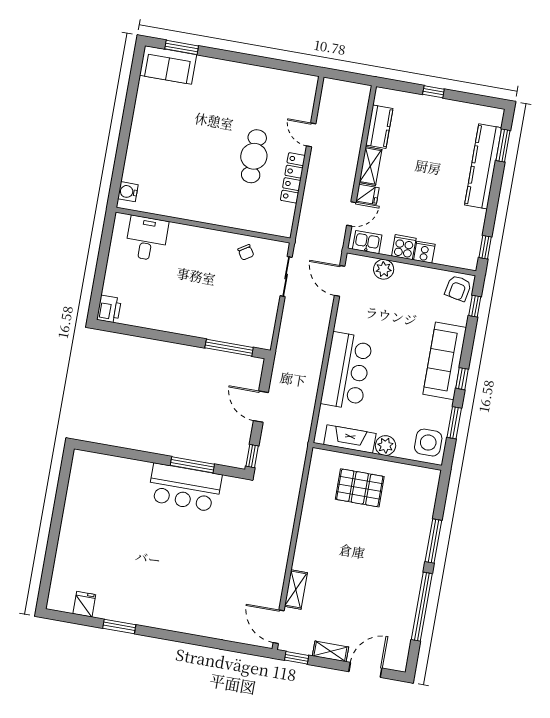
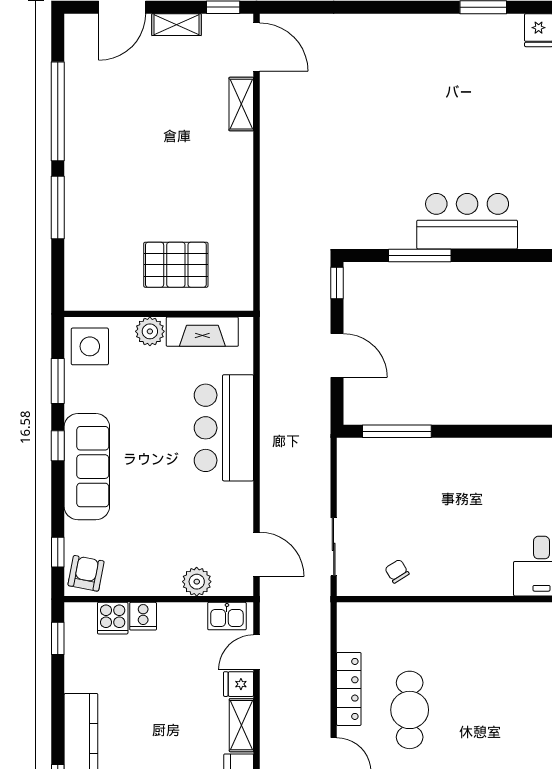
cooker: (404, 247) -> (113, 618), moved
bar counter: (185, 488) -> (467, 221), moved

